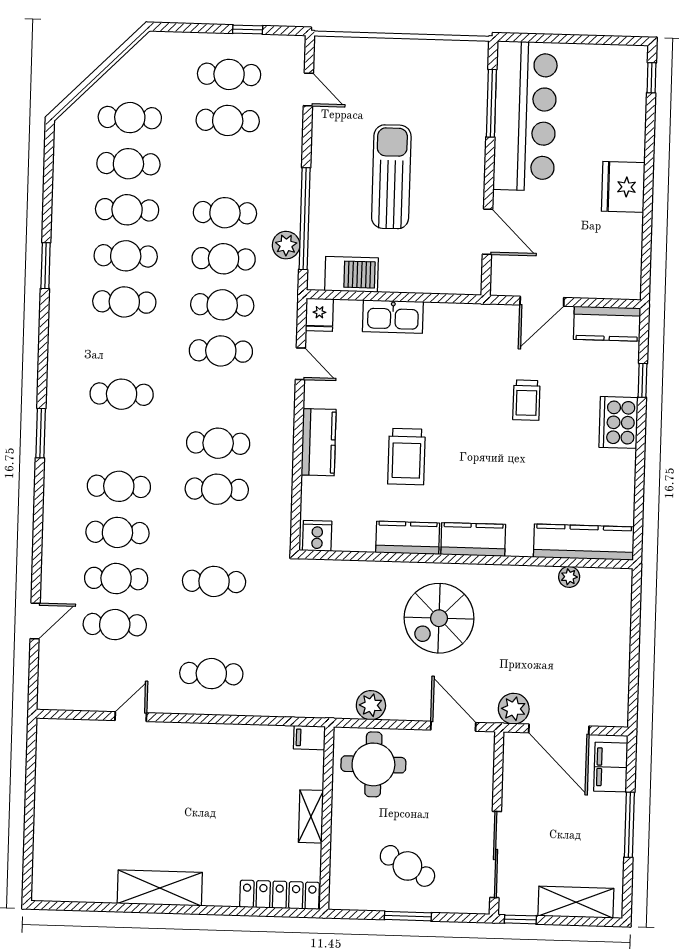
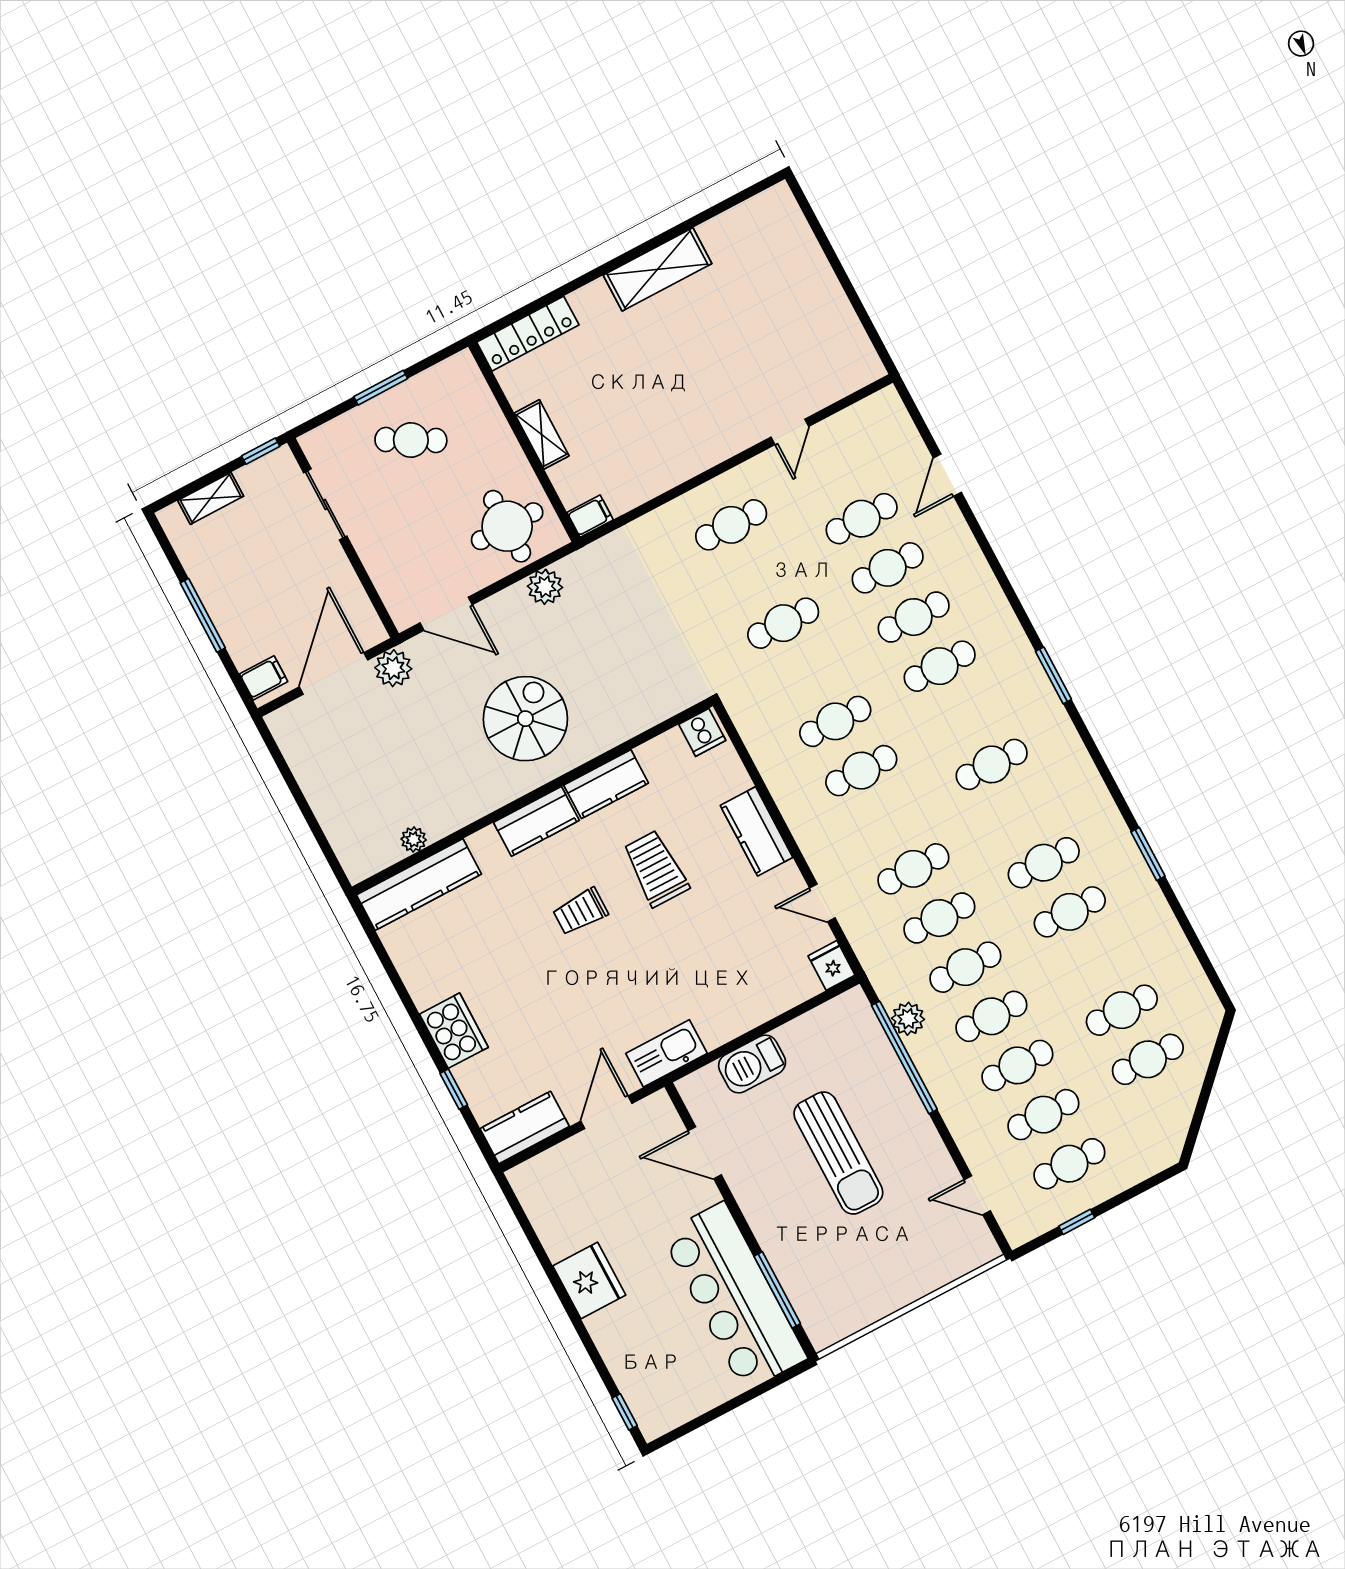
cafe table: (127, 210) -> (1017, 1065), moved
barbecue: (352, 274) -> (752, 1064), moved
kitchen sink: (393, 317) -> (666, 1053), moved
trolley: (526, 400) -> (580, 911), moved, turned -90
door: (559, 729) -> (333, 673), hinge flipped
filing cabinet: (611, 767) -> (264, 678), width x0.50
sliding door: (496, 855) -> (325, 504), width x0.73
shelving: (576, 902) -> (211, 498), width x0.67, depth x0.75

